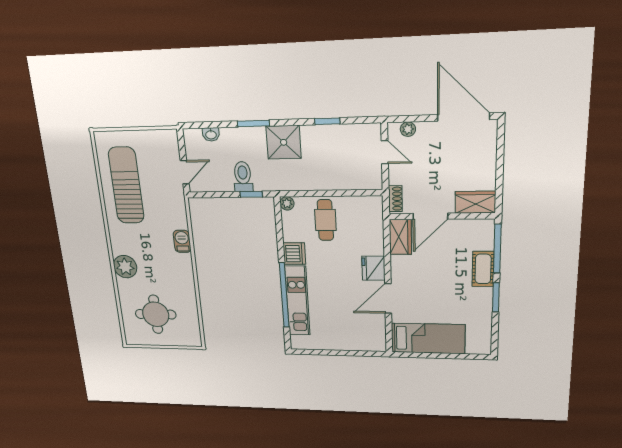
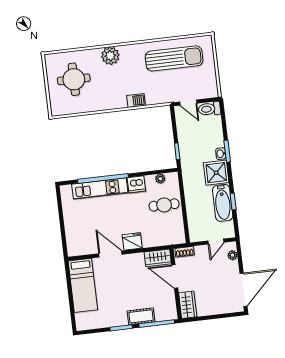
washbasin: (211, 134) -> (221, 154), moved
bathtub: (328, 137) -> (223, 203), added
toilet: (243, 177) -> (209, 109), moved, turned 180
plant: (287, 203) -> (160, 179), moved

